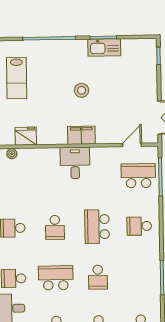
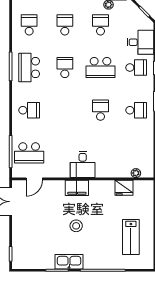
kitchen sink: (104, 47) -> (69, 262), moved
lab bench: (17, 78) -> (131, 237), turned 180
school desk: (97, 227) -> (29, 68), moved, turned 180

